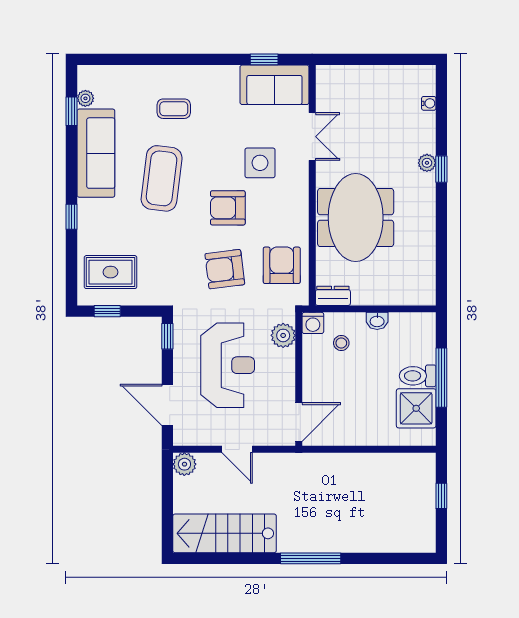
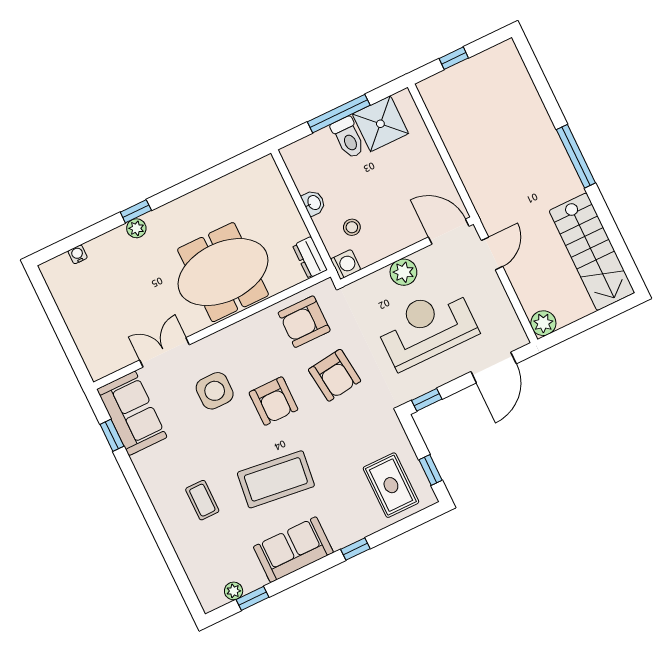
sofa: (96, 153) -> (293, 550), width x0.73
plant: (283, 335) -> (403, 272), moved
door: (237, 449) -> (492, 253), moved

